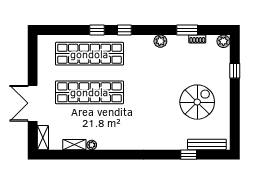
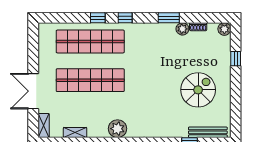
window: (187, 30) -> (169, 18), moved
plant: (160, 41) -> (182, 29), moved
plant: (92, 145) -> (117, 129), moved, width x1.88, depth x1.88

